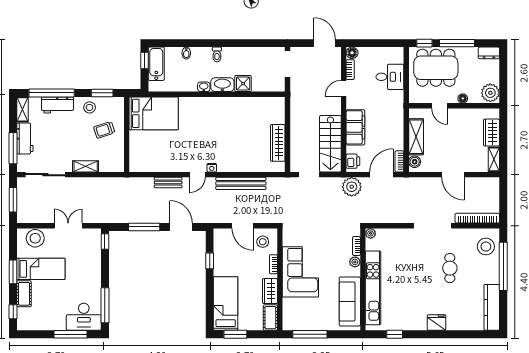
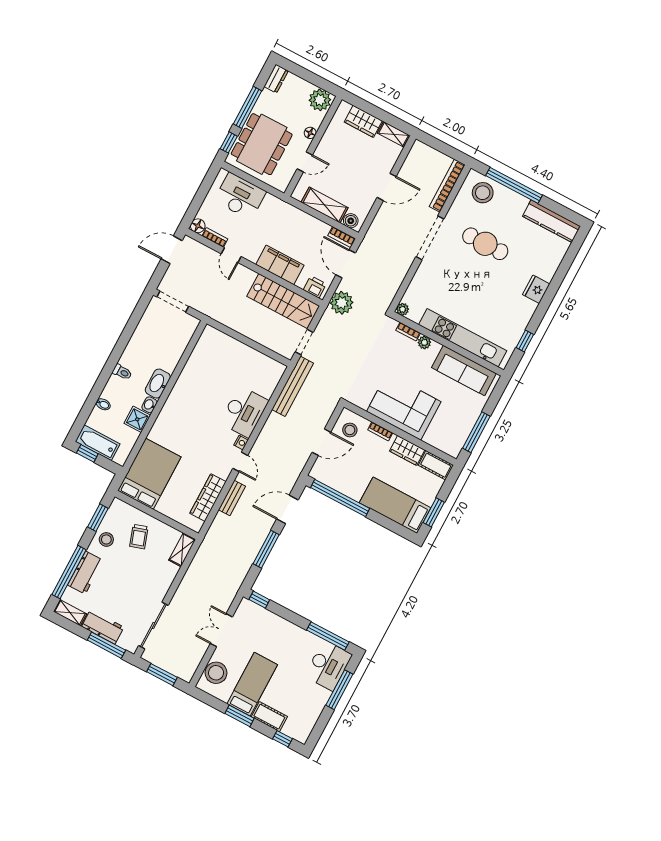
desk: (390, 77) -> (240, 196), width x1.37
shower: (243, 84) -> (137, 419), moved
wardrobe: (278, 143) -> (208, 498), moved, turned 90
desk: (235, 158) -> (244, 412), added
shelving: (86, 166) -> (182, 550), moved
bench: (241, 183) -> (293, 386), moved
window: (210, 261) -> (340, 498), width x3.17
cafe table: (450, 268) -> (485, 244), width x1.37, depth x1.35

